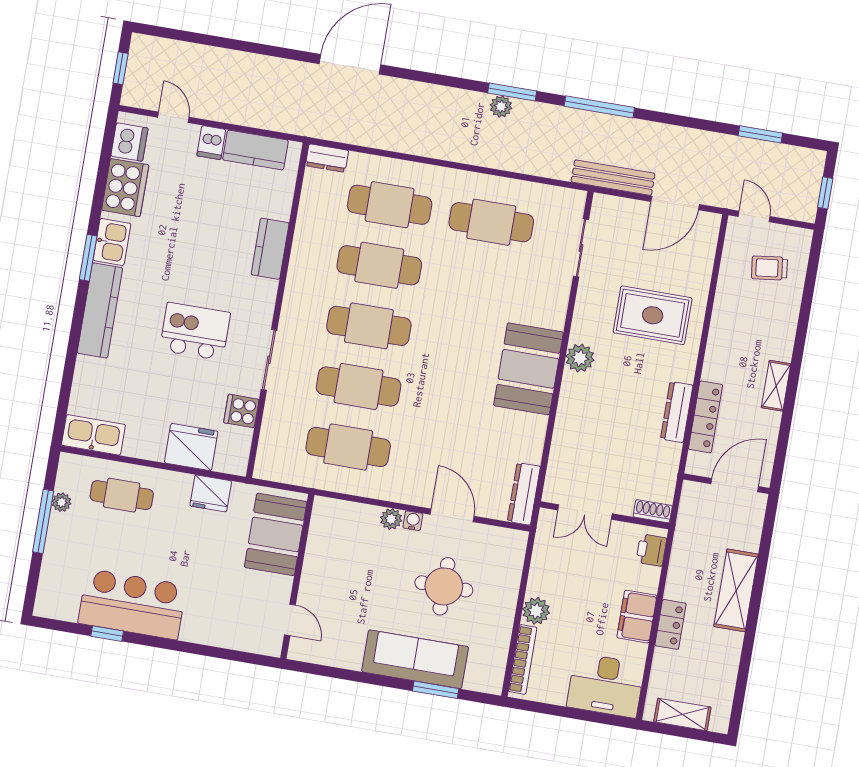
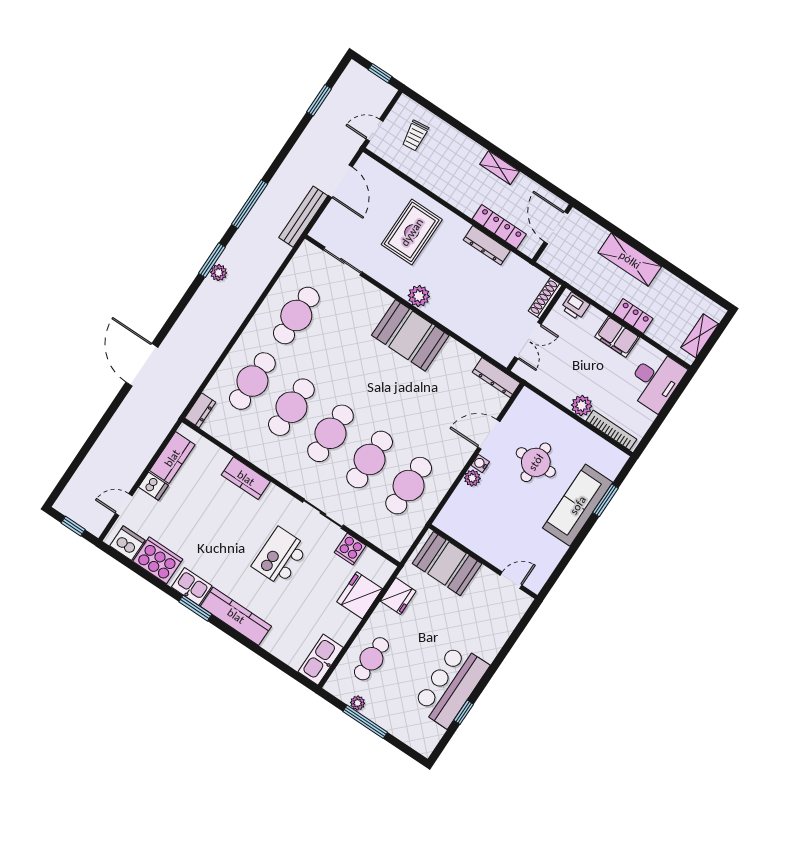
shoe rack: (653, 511) -> (545, 298), width x1.43

